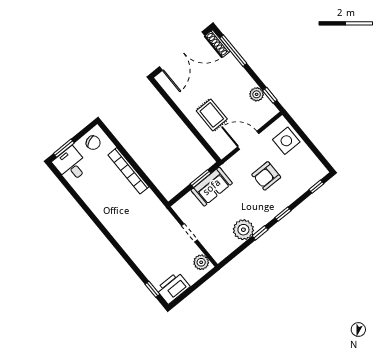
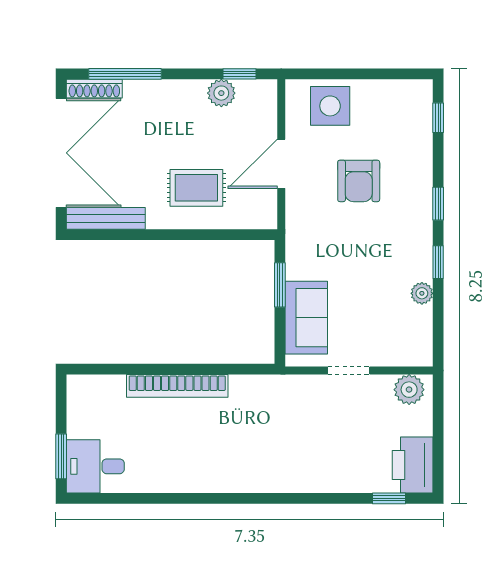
bench: (171, 89) -> (106, 218), added
chair: (93, 143) -> (90, 404), removed
sofa: (212, 187) -> (306, 318), moved
plant: (243, 230) -> (422, 293), width x0.53, depth x0.53

